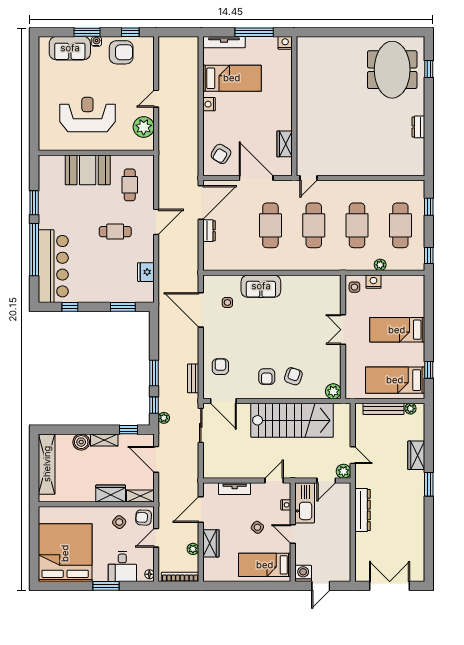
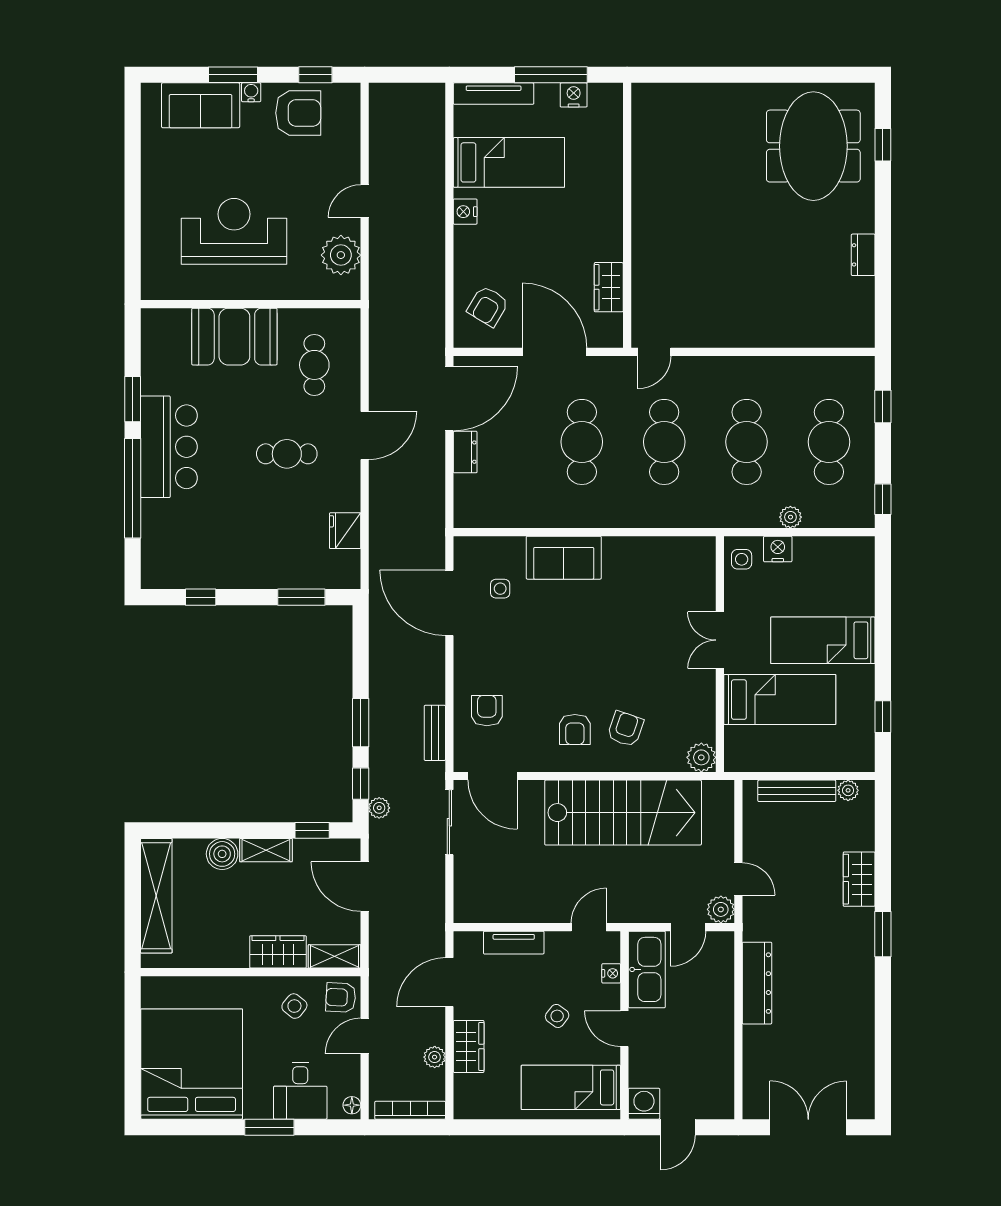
nightstand: (285, 43) -> (574, 95), moved
bar counter: (53, 266) -> (169, 447), moved, width x0.73
bed: (395, 380) -> (780, 700), moved, turned 180

